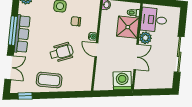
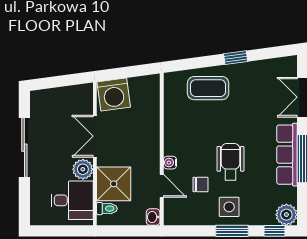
door: (96, 50) -> (162, 186), moved
wheelchair: (61, 52) -> (230, 162), moved, turned 112
coffee table: (49, 80) -> (208, 88), moved
window: (25, 96) -> (236, 58), moved

